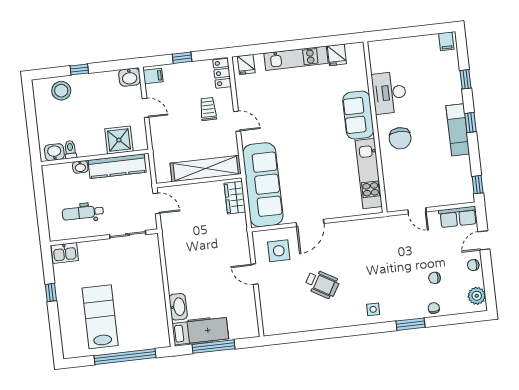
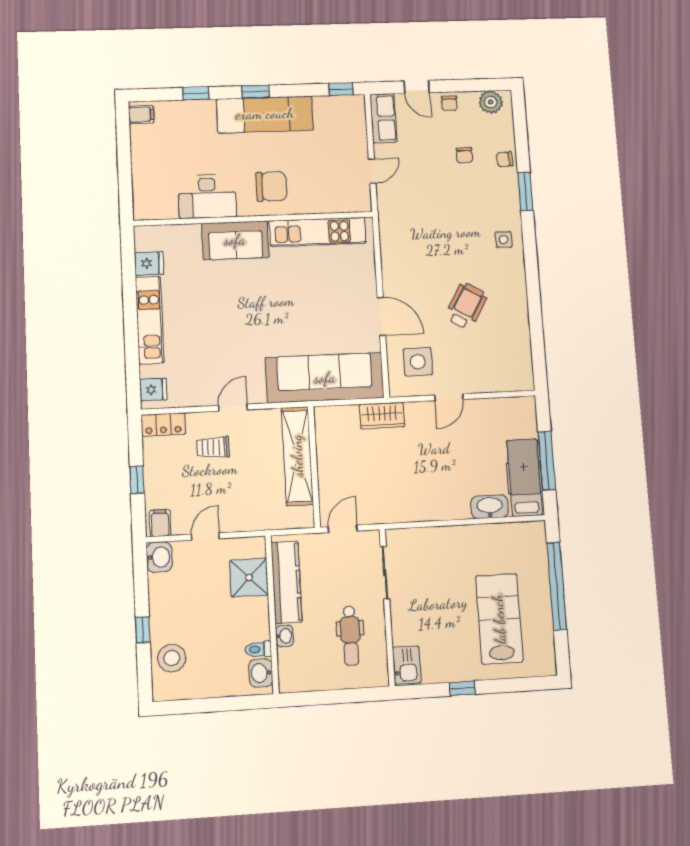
exam couch: (458, 130) -> (265, 114), width x1.36, depth x1.45
wardrobe: (235, 198) -> (382, 416), moved
lab bench: (100, 317) -> (499, 619), turned 90

